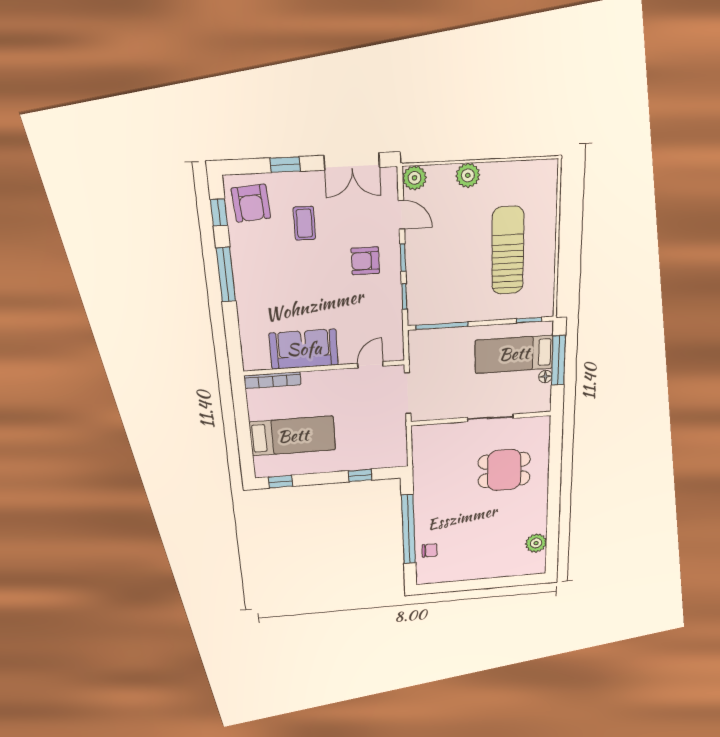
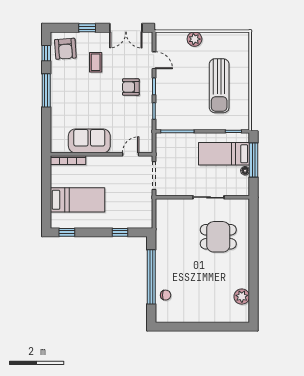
plant: (415, 178) -> (162, 39), removed
sun lounger: (508, 251) -> (219, 86), turned 180

